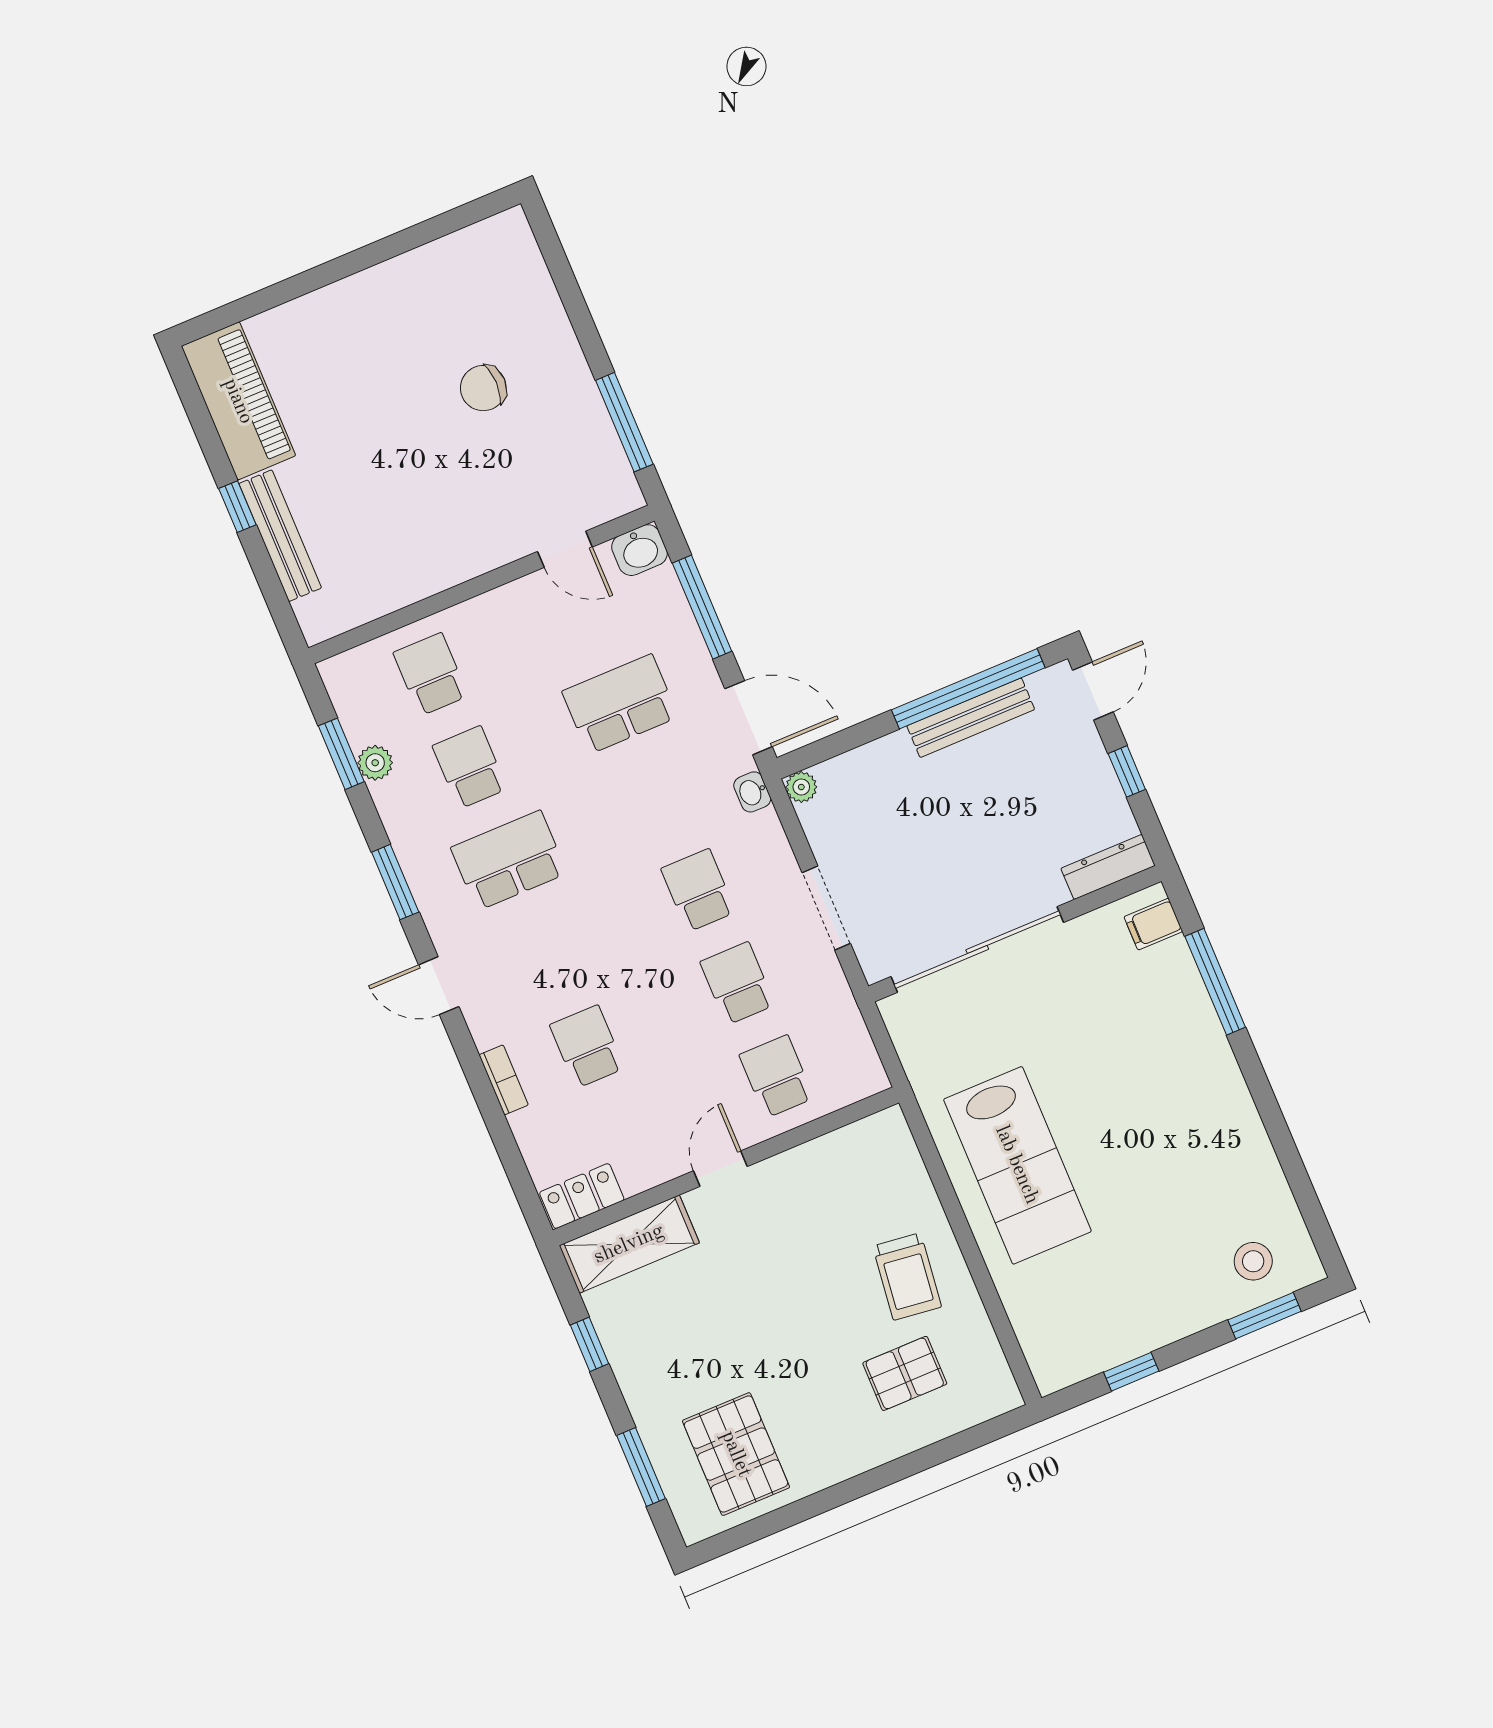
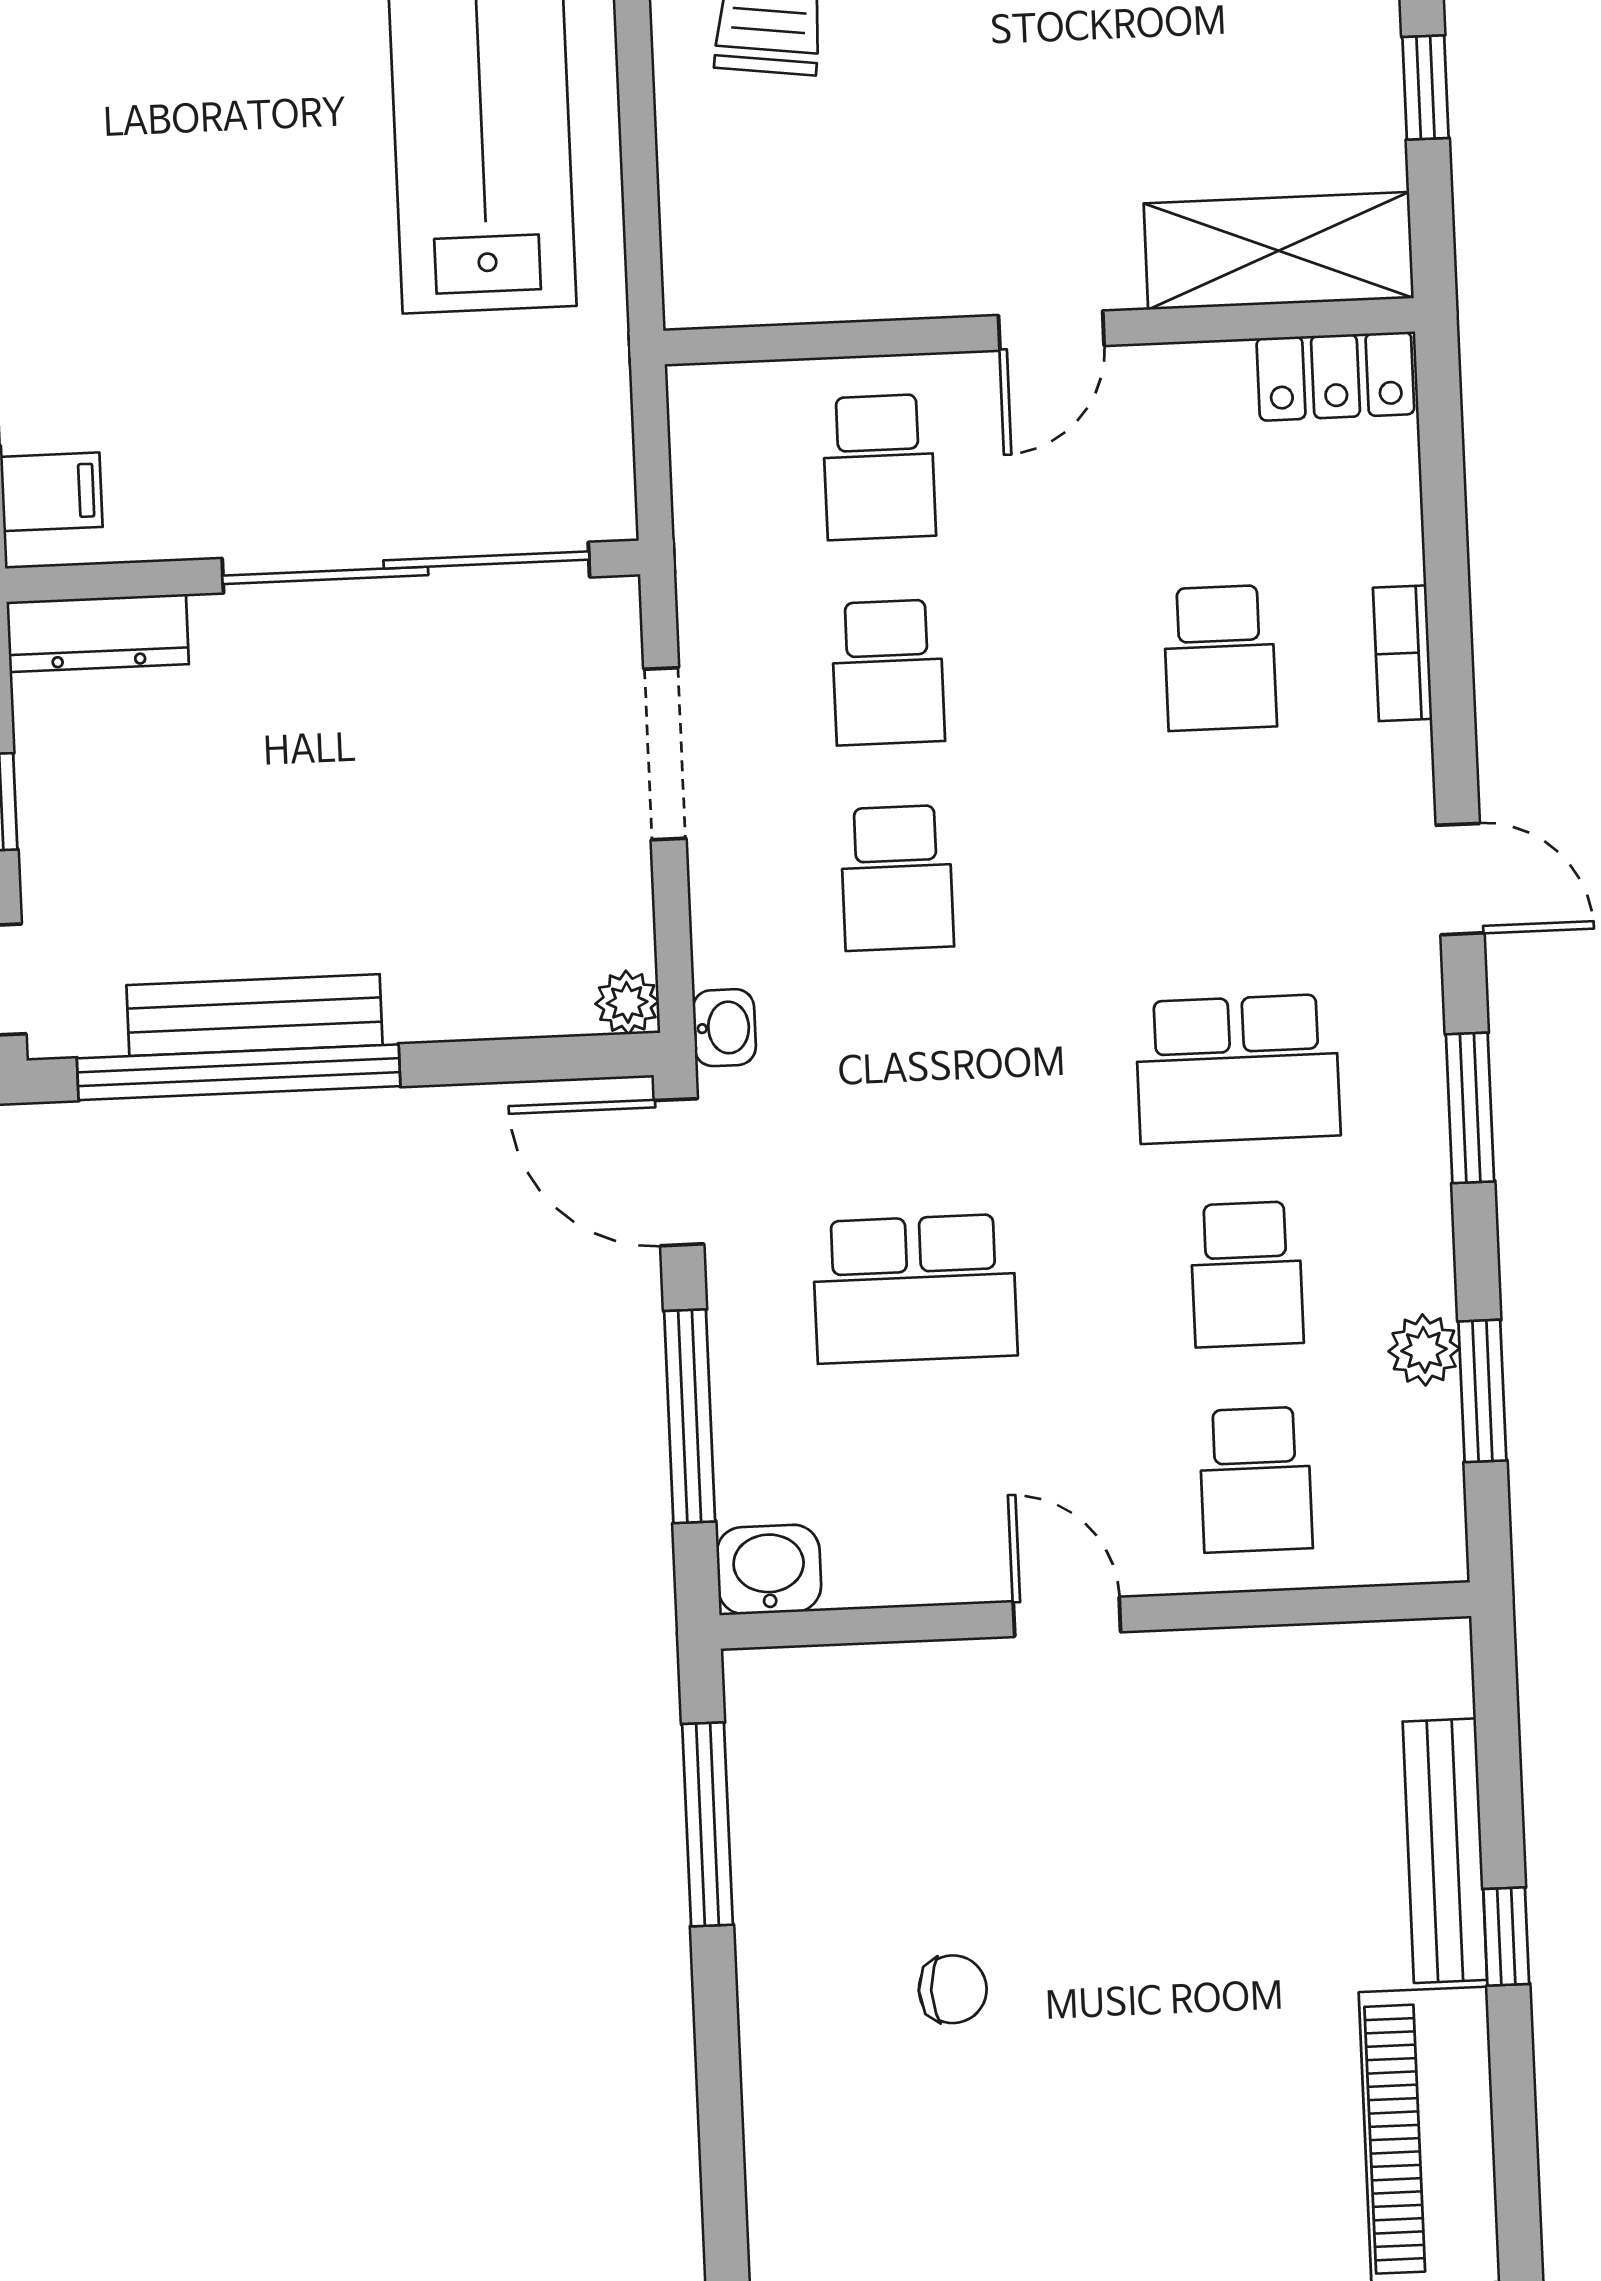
chair: (483, 388) -> (953, 1989), width x0.73, depth x0.73
door: (565, 549) -> (1067, 1617), moved

